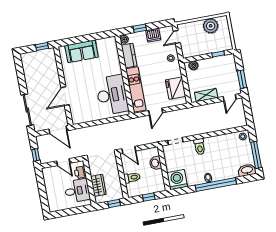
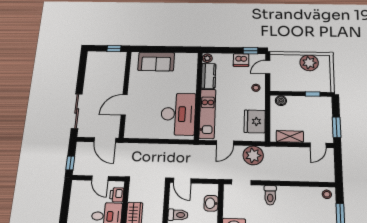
window: (140, 28) -> (250, 51), moved
plant: (180, 117) -> (253, 155), added

